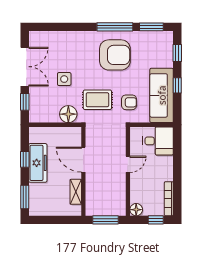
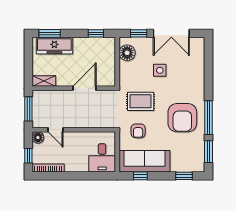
window: (177, 85) -> (140, 176), moved
rug: (97, 100) -> (141, 101), turned 90
floor lamp: (68, 114) -> (127, 53), moved
window: (25, 159) -> (96, 33), moved
freezer: (38, 163) -> (54, 46), moved
door: (128, 164) -> (55, 130), moved
shelving: (76, 192) -> (44, 81), moved

